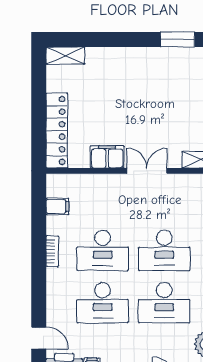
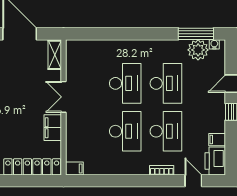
filing cabinet: (57, 206) -> (74, 168), moved, turned 90
bookcase: (52, 251) -> (162, 170), moved
door: (39, 338) -> (193, 181), hinge flipped

